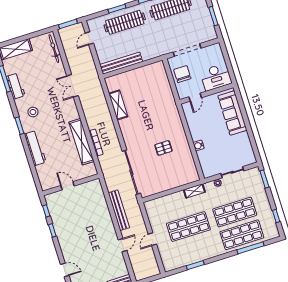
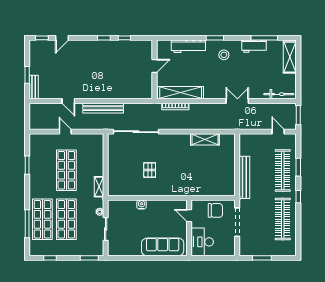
bench: (121, 63) -> (244, 177), moved
wall: (71, 185) -> (155, 69), moved
door: (68, 186) -> (155, 66), moved

